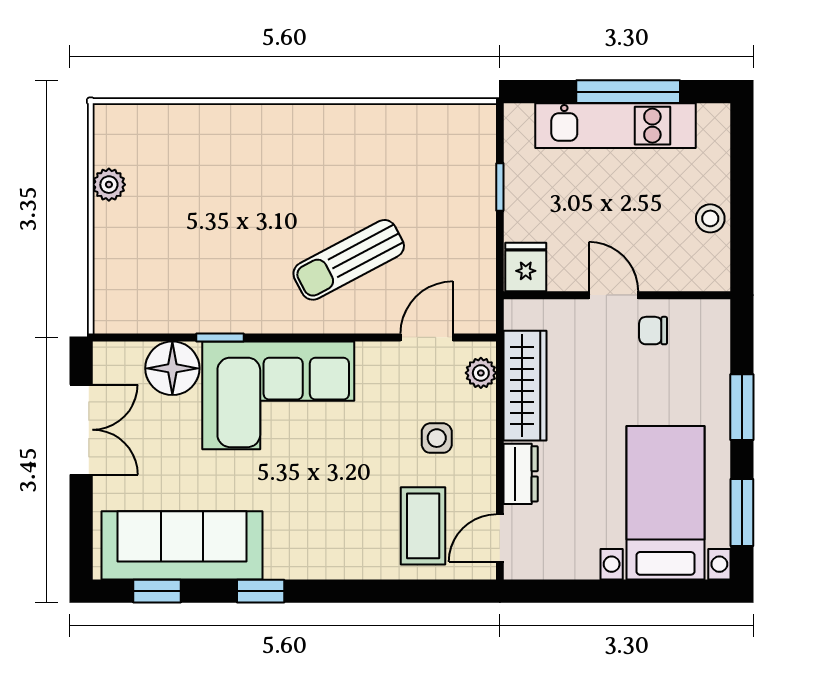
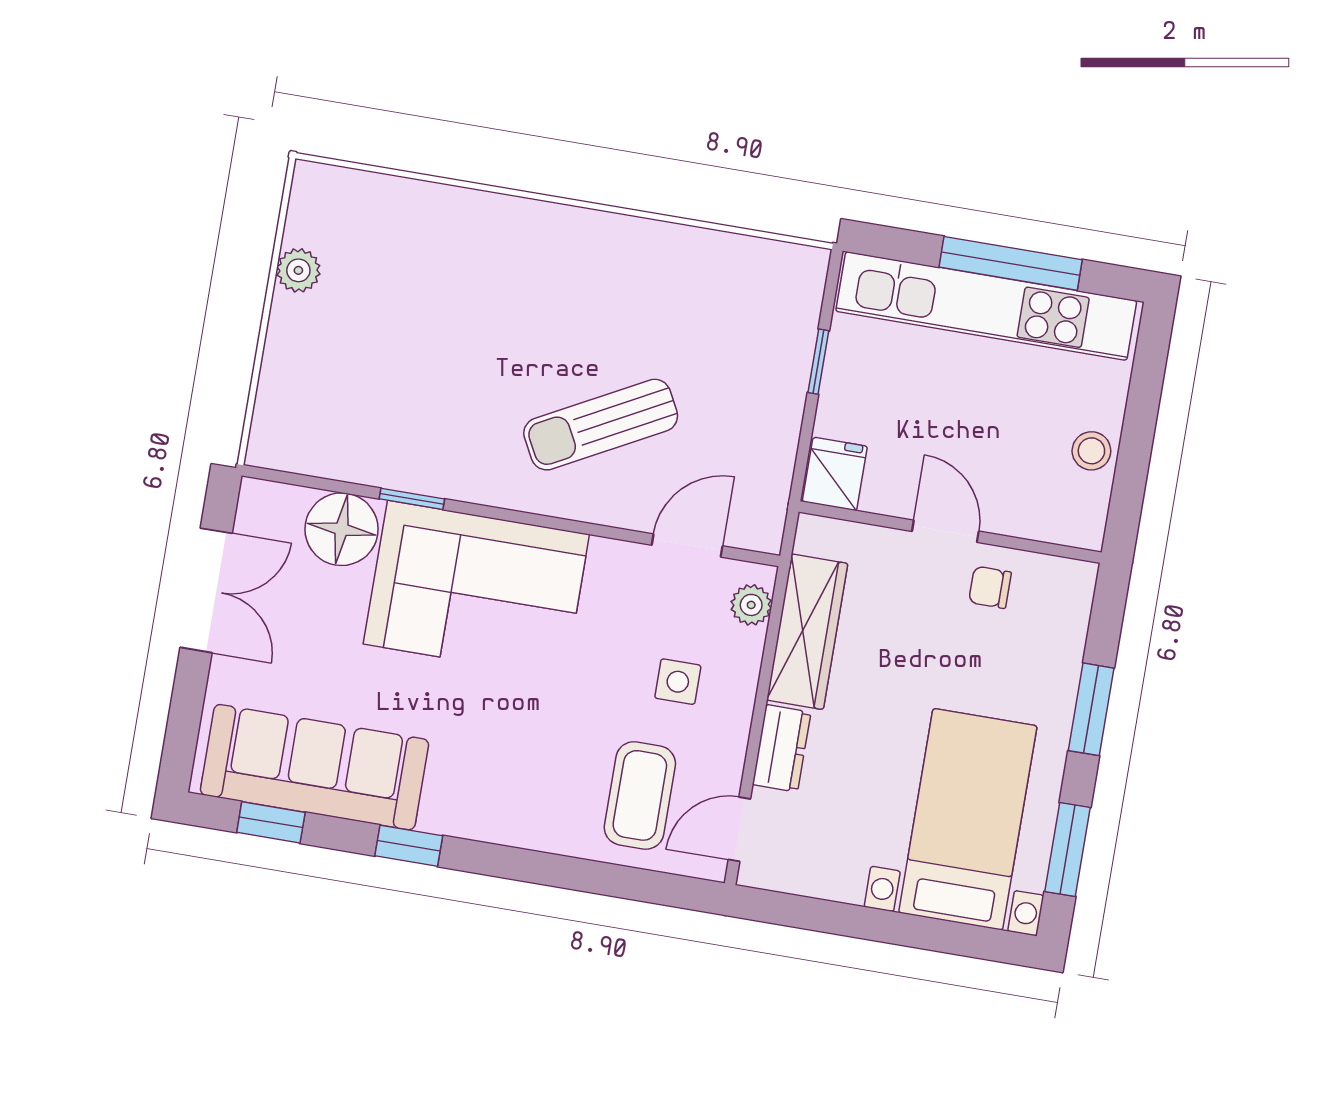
kitchen unit: (616, 126) -> (986, 306), width x1.36

